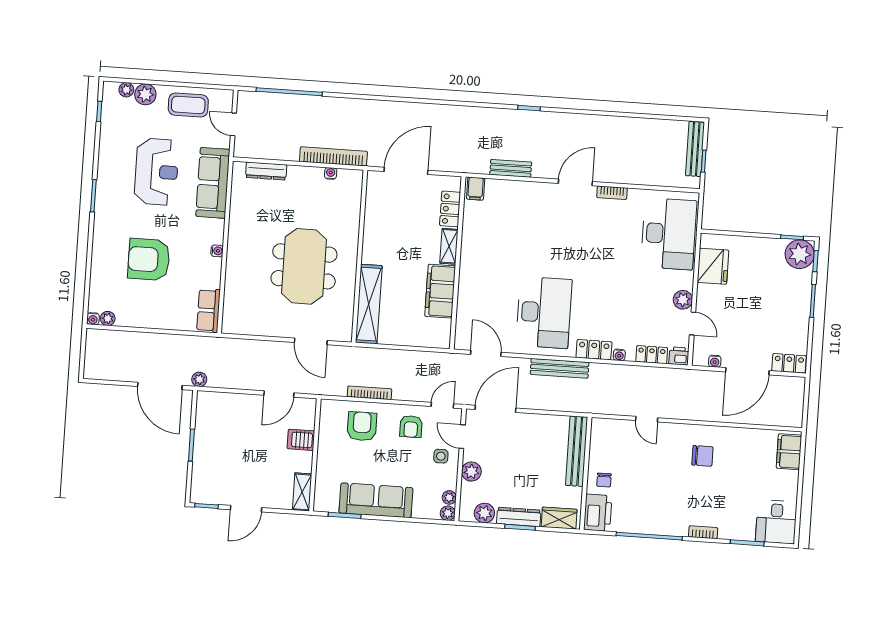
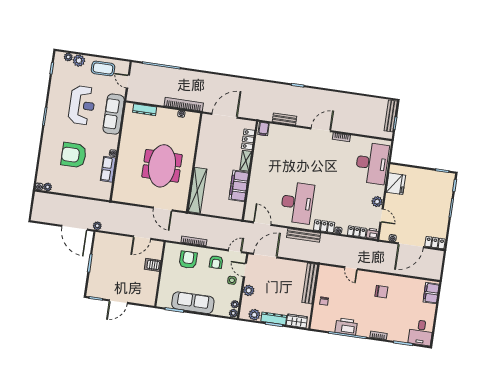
plant: (800, 254) -> (446, 181), removed
row of seats: (208, 310) -> (108, 169), moved
shelving: (302, 492) -> (151, 295), removed
printer: (598, 513) -> (346, 326), moved, turned -90

